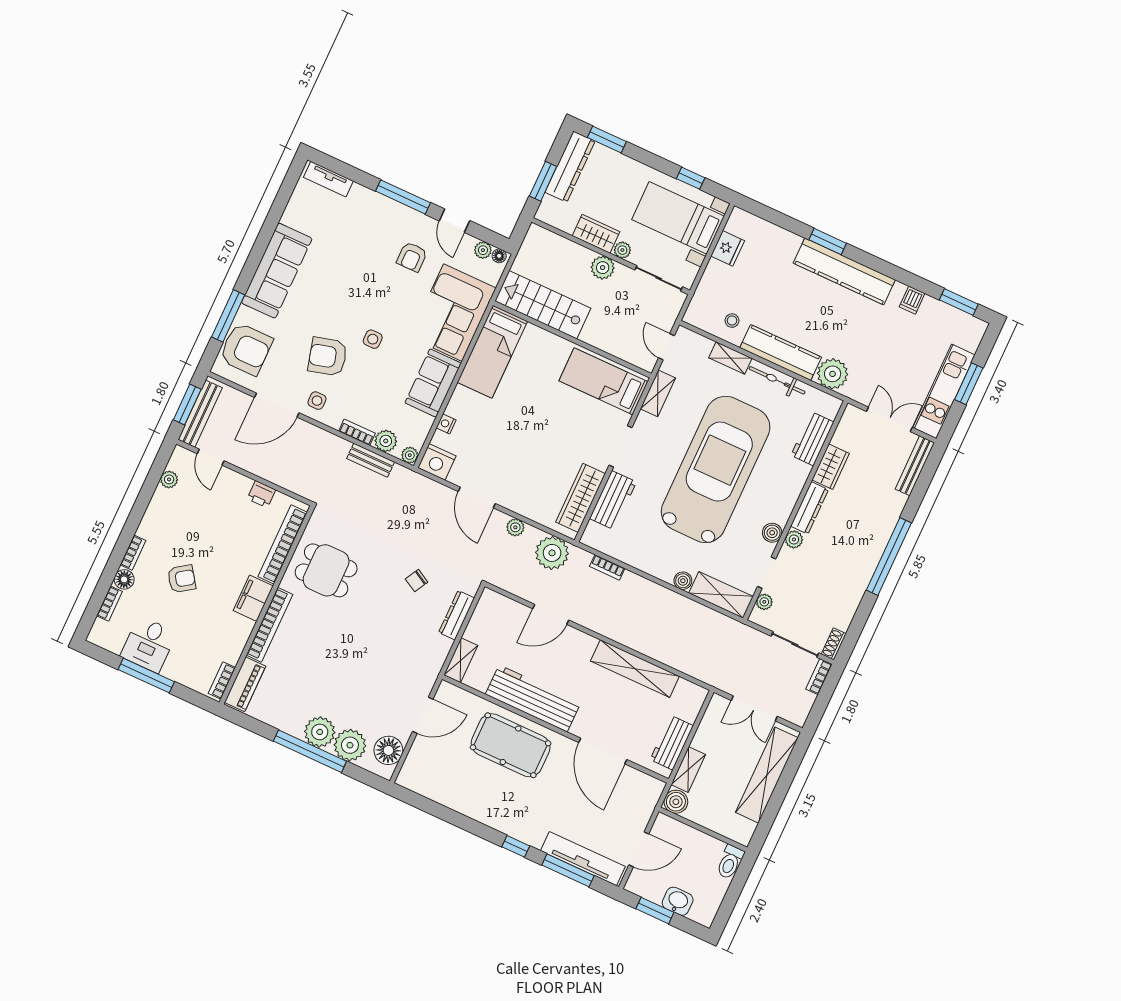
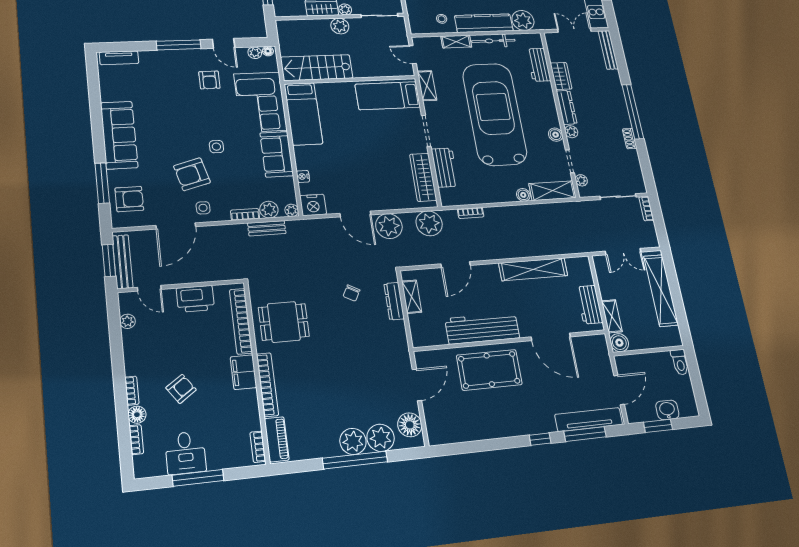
armchair: (246, 349) -> (129, 199), width x0.73, depth x0.73
printer: (261, 494) -> (195, 299), width x1.87, depth x1.48
plant: (515, 527) -> (389, 226), width x1.87, depth x1.87
shoe rack: (834, 644) -> (630, 139), moved
shelving: (461, 660) -> (412, 297), moved

